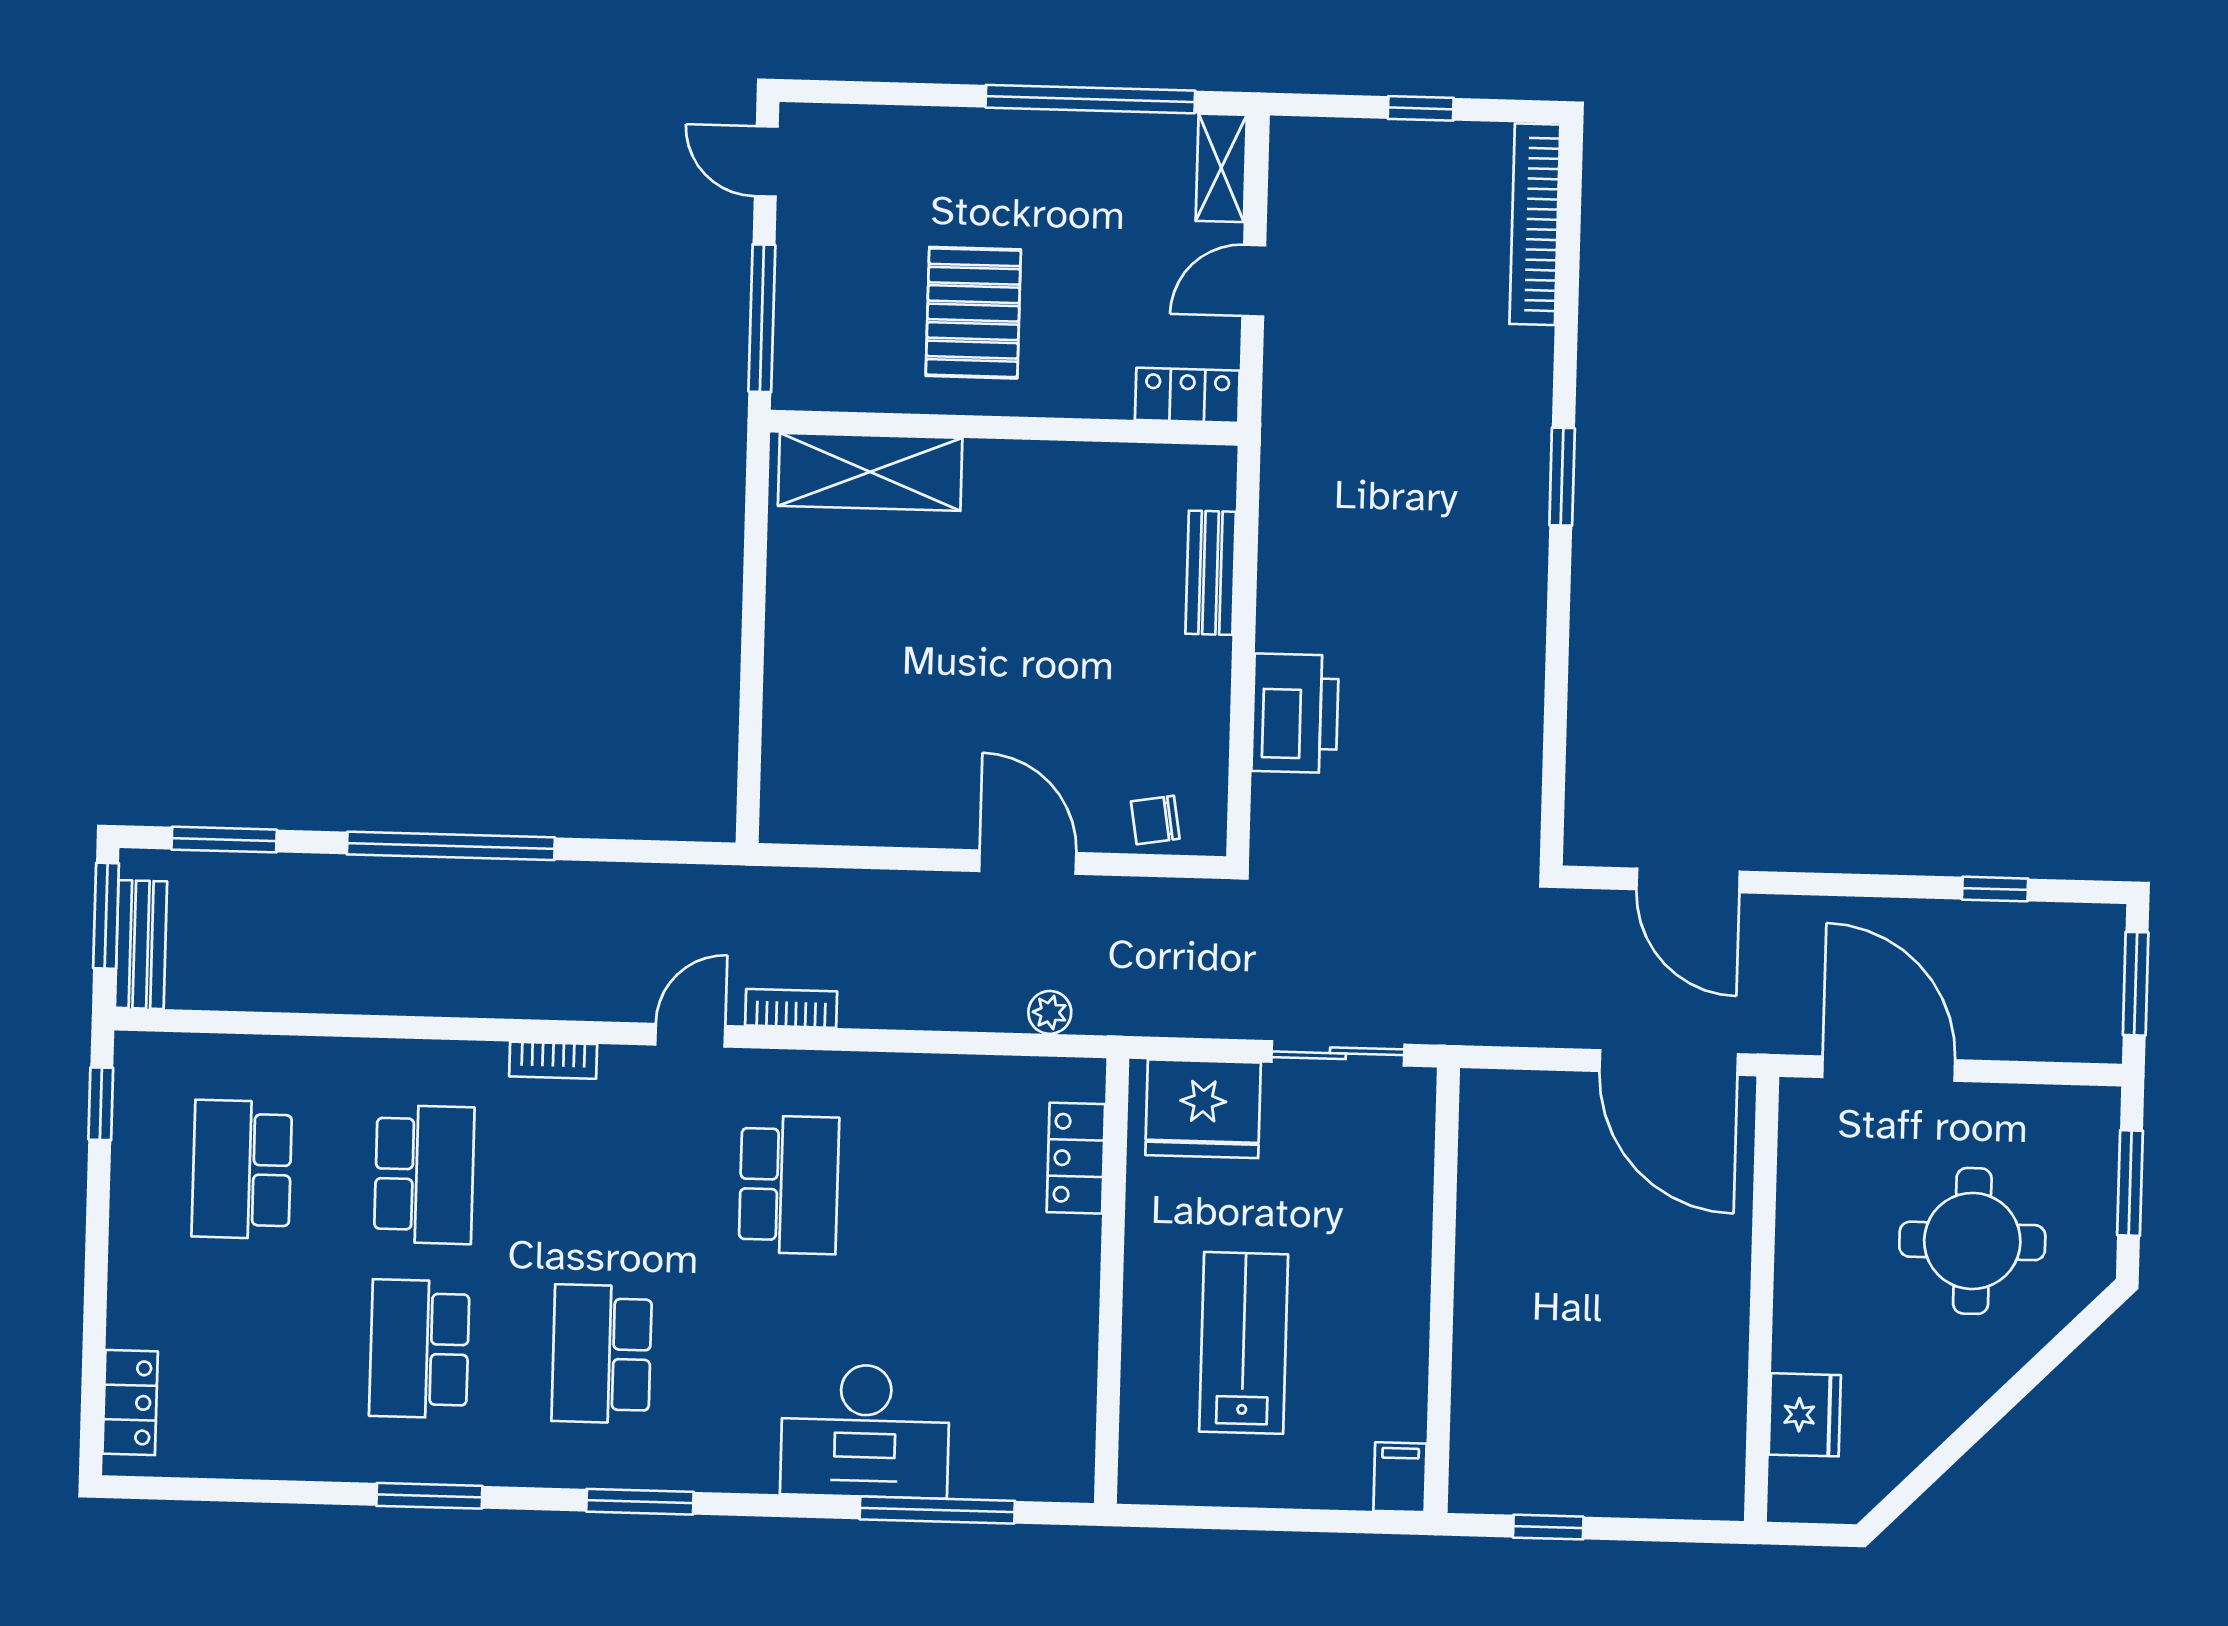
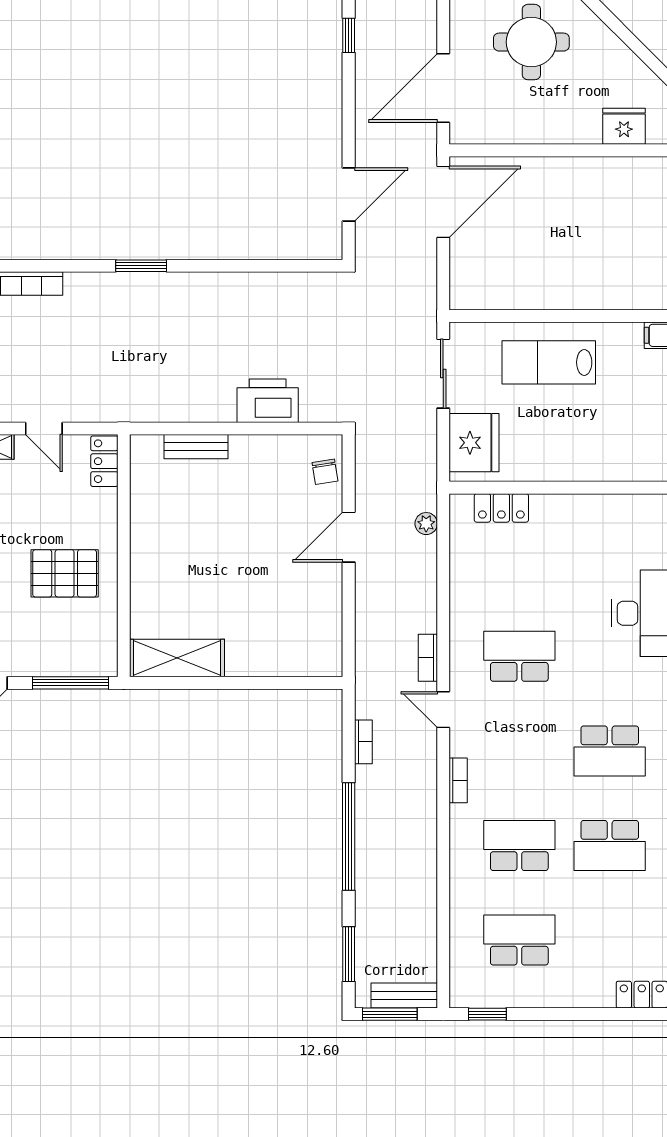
shelving: (870, 472) -> (177, 658), moved, turned 90
bookcase: (632, 879) -> (363, 742), added
school desk: (242, 1169) -> (519, 940), turned 180
lab bench: (1244, 1343) -> (549, 362), moved

